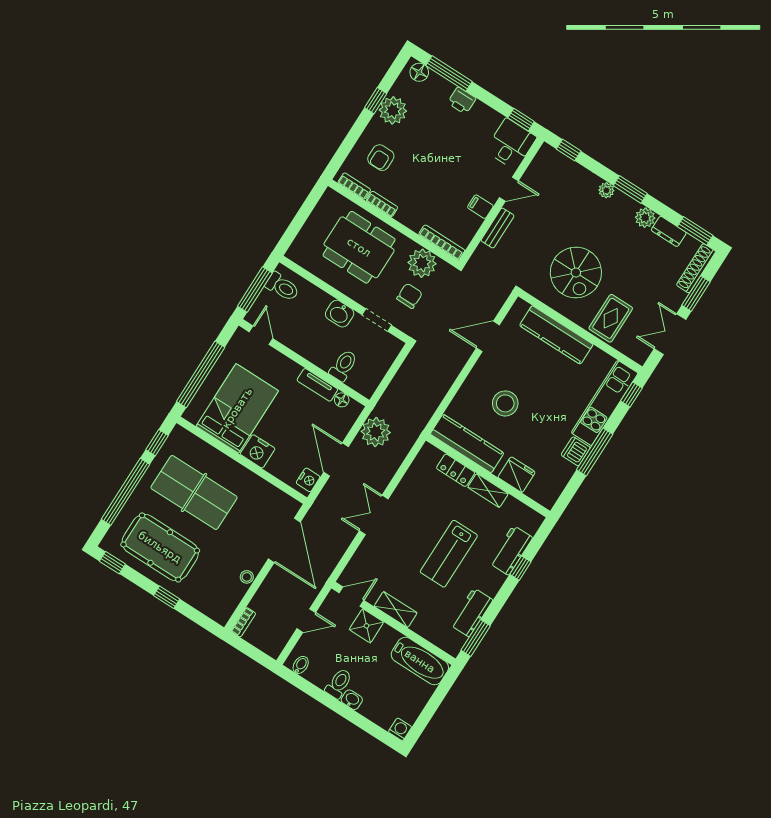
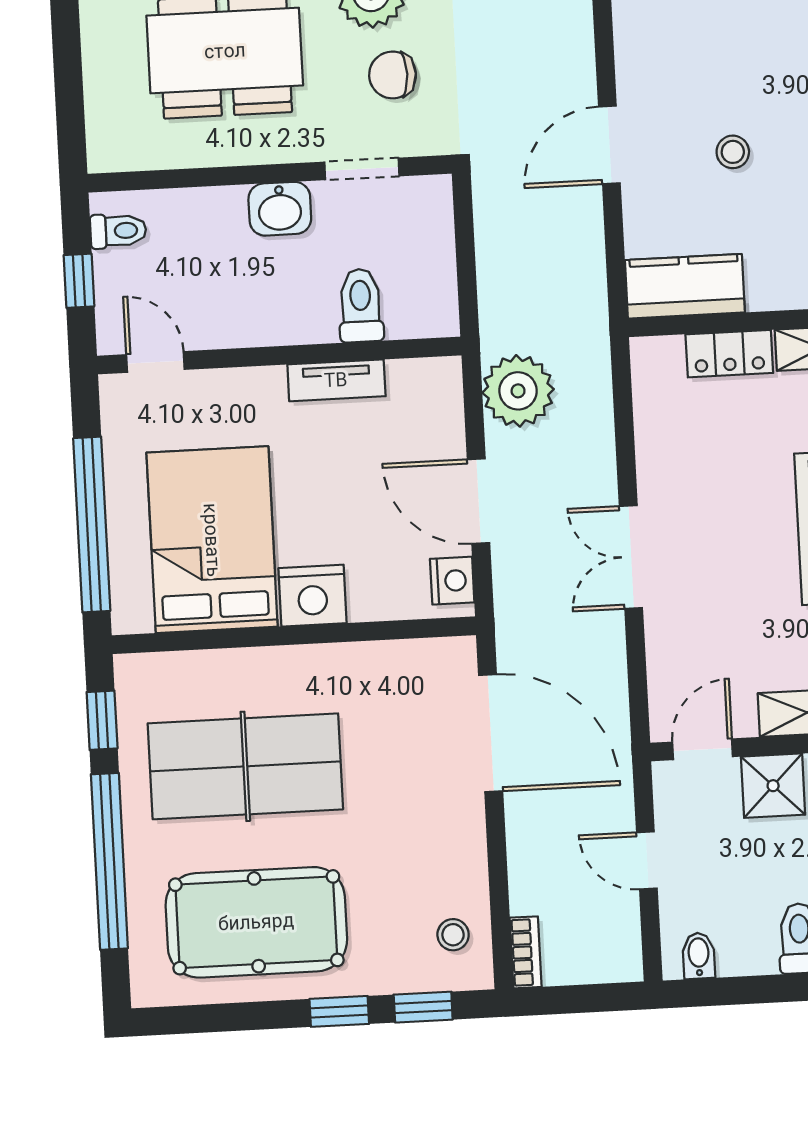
toilet: (282, 287) -> (118, 231), width x0.73, depth x0.72
window: (255, 290) -> (79, 281), width x0.46
chair: (410, 296) -> (393, 75), turned -90
door: (488, 336) -> (609, 145), moved
floor lamp: (342, 400) -> (406, 376), removed
stool: (505, 403) -> (733, 152), width x0.53, depth x0.53
kitchen counter: (467, 443) -> (685, 286), width x0.67
window: (112, 563) -> (423, 1007), moved
stool: (247, 577) -> (453, 935), moved
door: (306, 621) -> (647, 860), swing flipped

